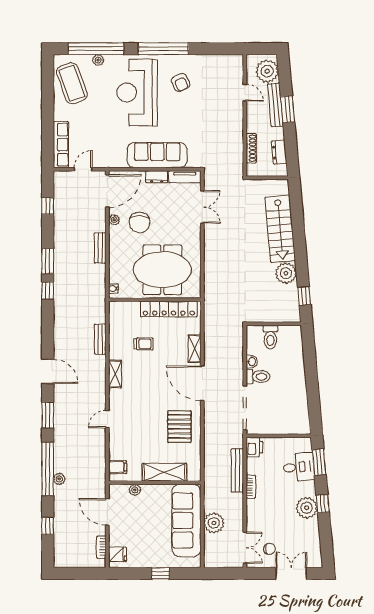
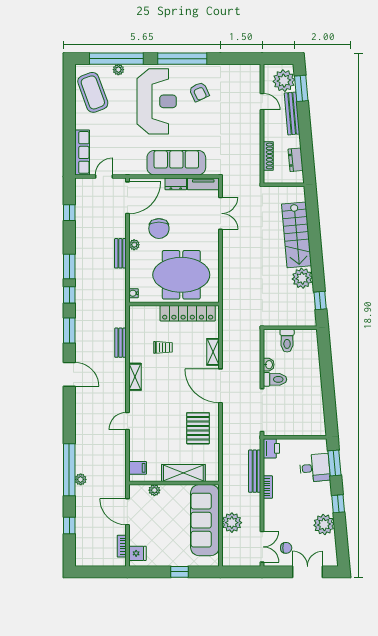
reception desk: (137, 92) -> (157, 101), turned 180
window: (288, 109) -> (301, 88), moved
plant: (114, 220) -> (134, 245), moved
window: (48, 415) -> (69, 331), moved
plant: (307, 508) -> (324, 524), moved

